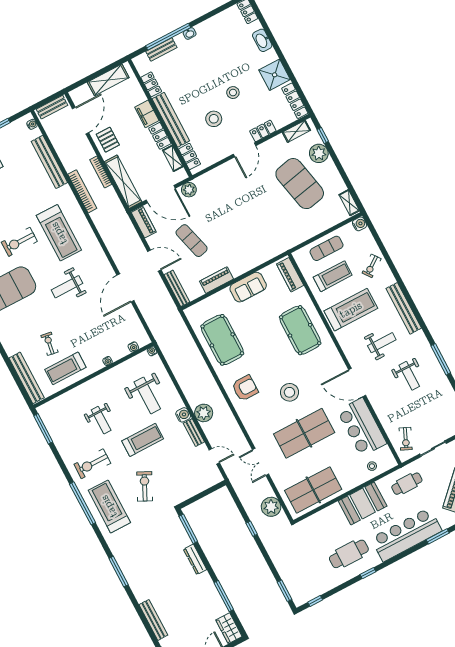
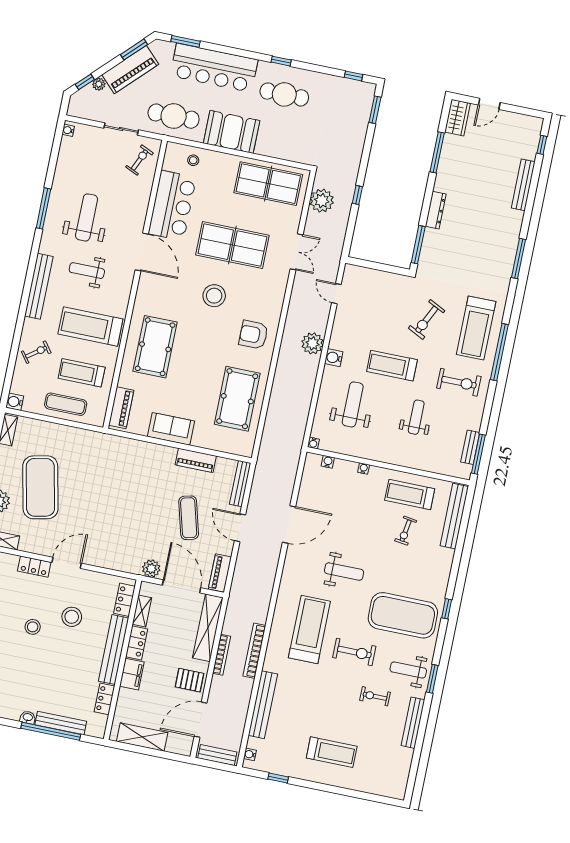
bench: (161, 49) -> (61, 723), width x1.36
pallet: (108, 140) -> (189, 680), turned 90
treadmill: (65, 368) -> (410, 495), turned 180
weight bench: (409, 376) -> (87, 217), width x1.36, depth x1.33
bench: (194, 433) -> (470, 447), moved
cafe table: (407, 484) -> (174, 116), width x1.37, depth x1.35

